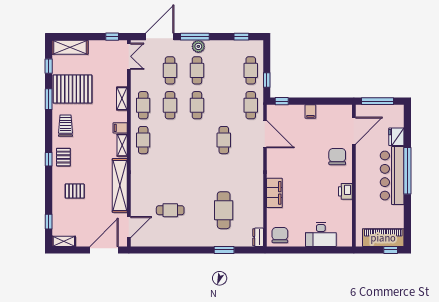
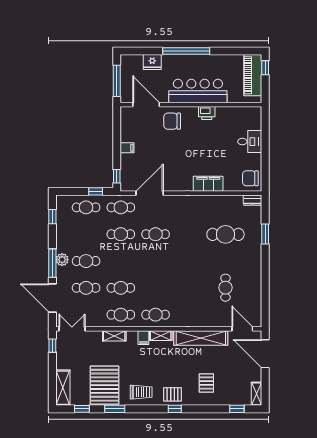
cafe table: (197, 105) -> (121, 234), moved
trolley: (66, 126) -> (141, 392), turned 180
bar counter: (392, 176) -> (198, 91), moved, turned 180
desk: (321, 234) -> (250, 142), width x0.73

